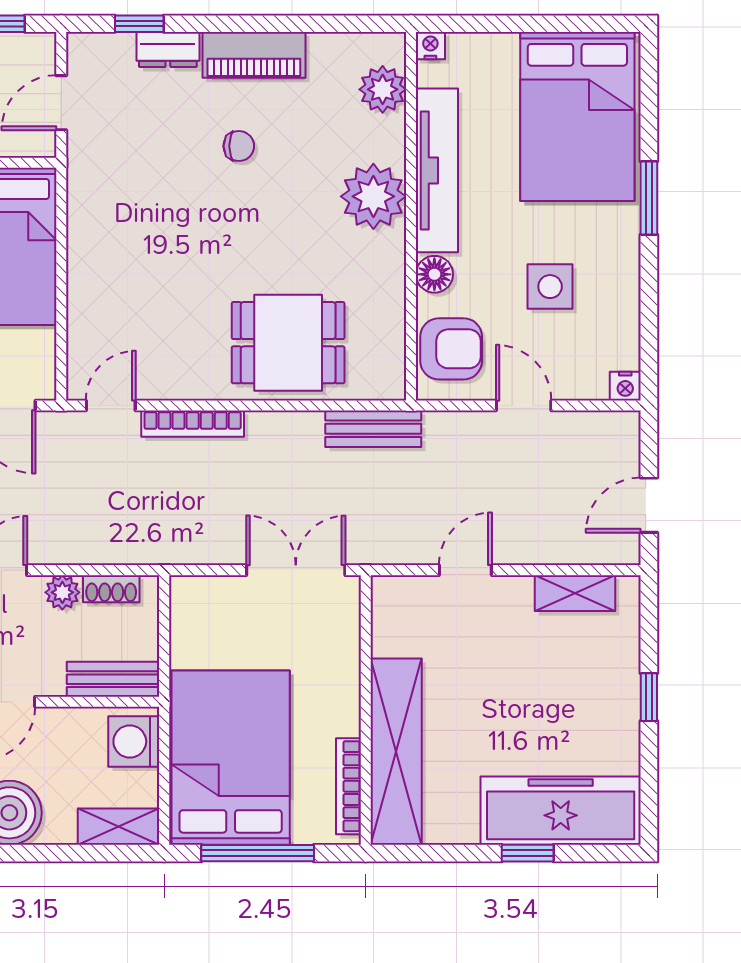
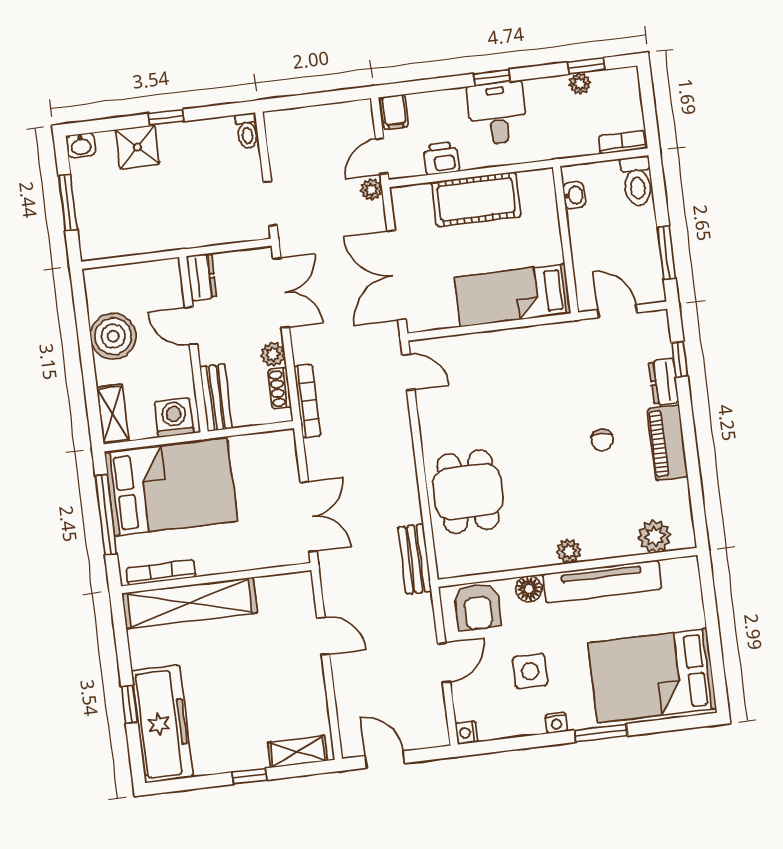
nightstand: (430, 46) -> (556, 723), moved, turned 90
plant: (373, 196) -> (569, 551), width x0.53, depth x0.53
bookcase: (193, 424) -> (307, 401), moved, turned 180
shelving: (575, 593) -> (298, 751), moved, turned 90

